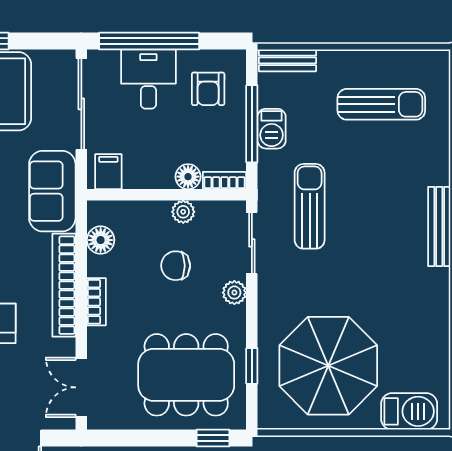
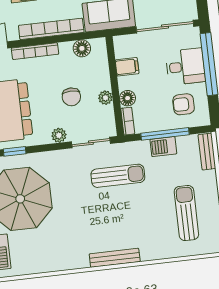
sun lounger: (381, 104) -> (186, 213), turned 180
filing cabinet: (108, 172) -> (127, 67), moved
chair: (176, 266) -> (71, 97), turned 180
bookcase: (96, 302) -> (35, 51), width x1.56

